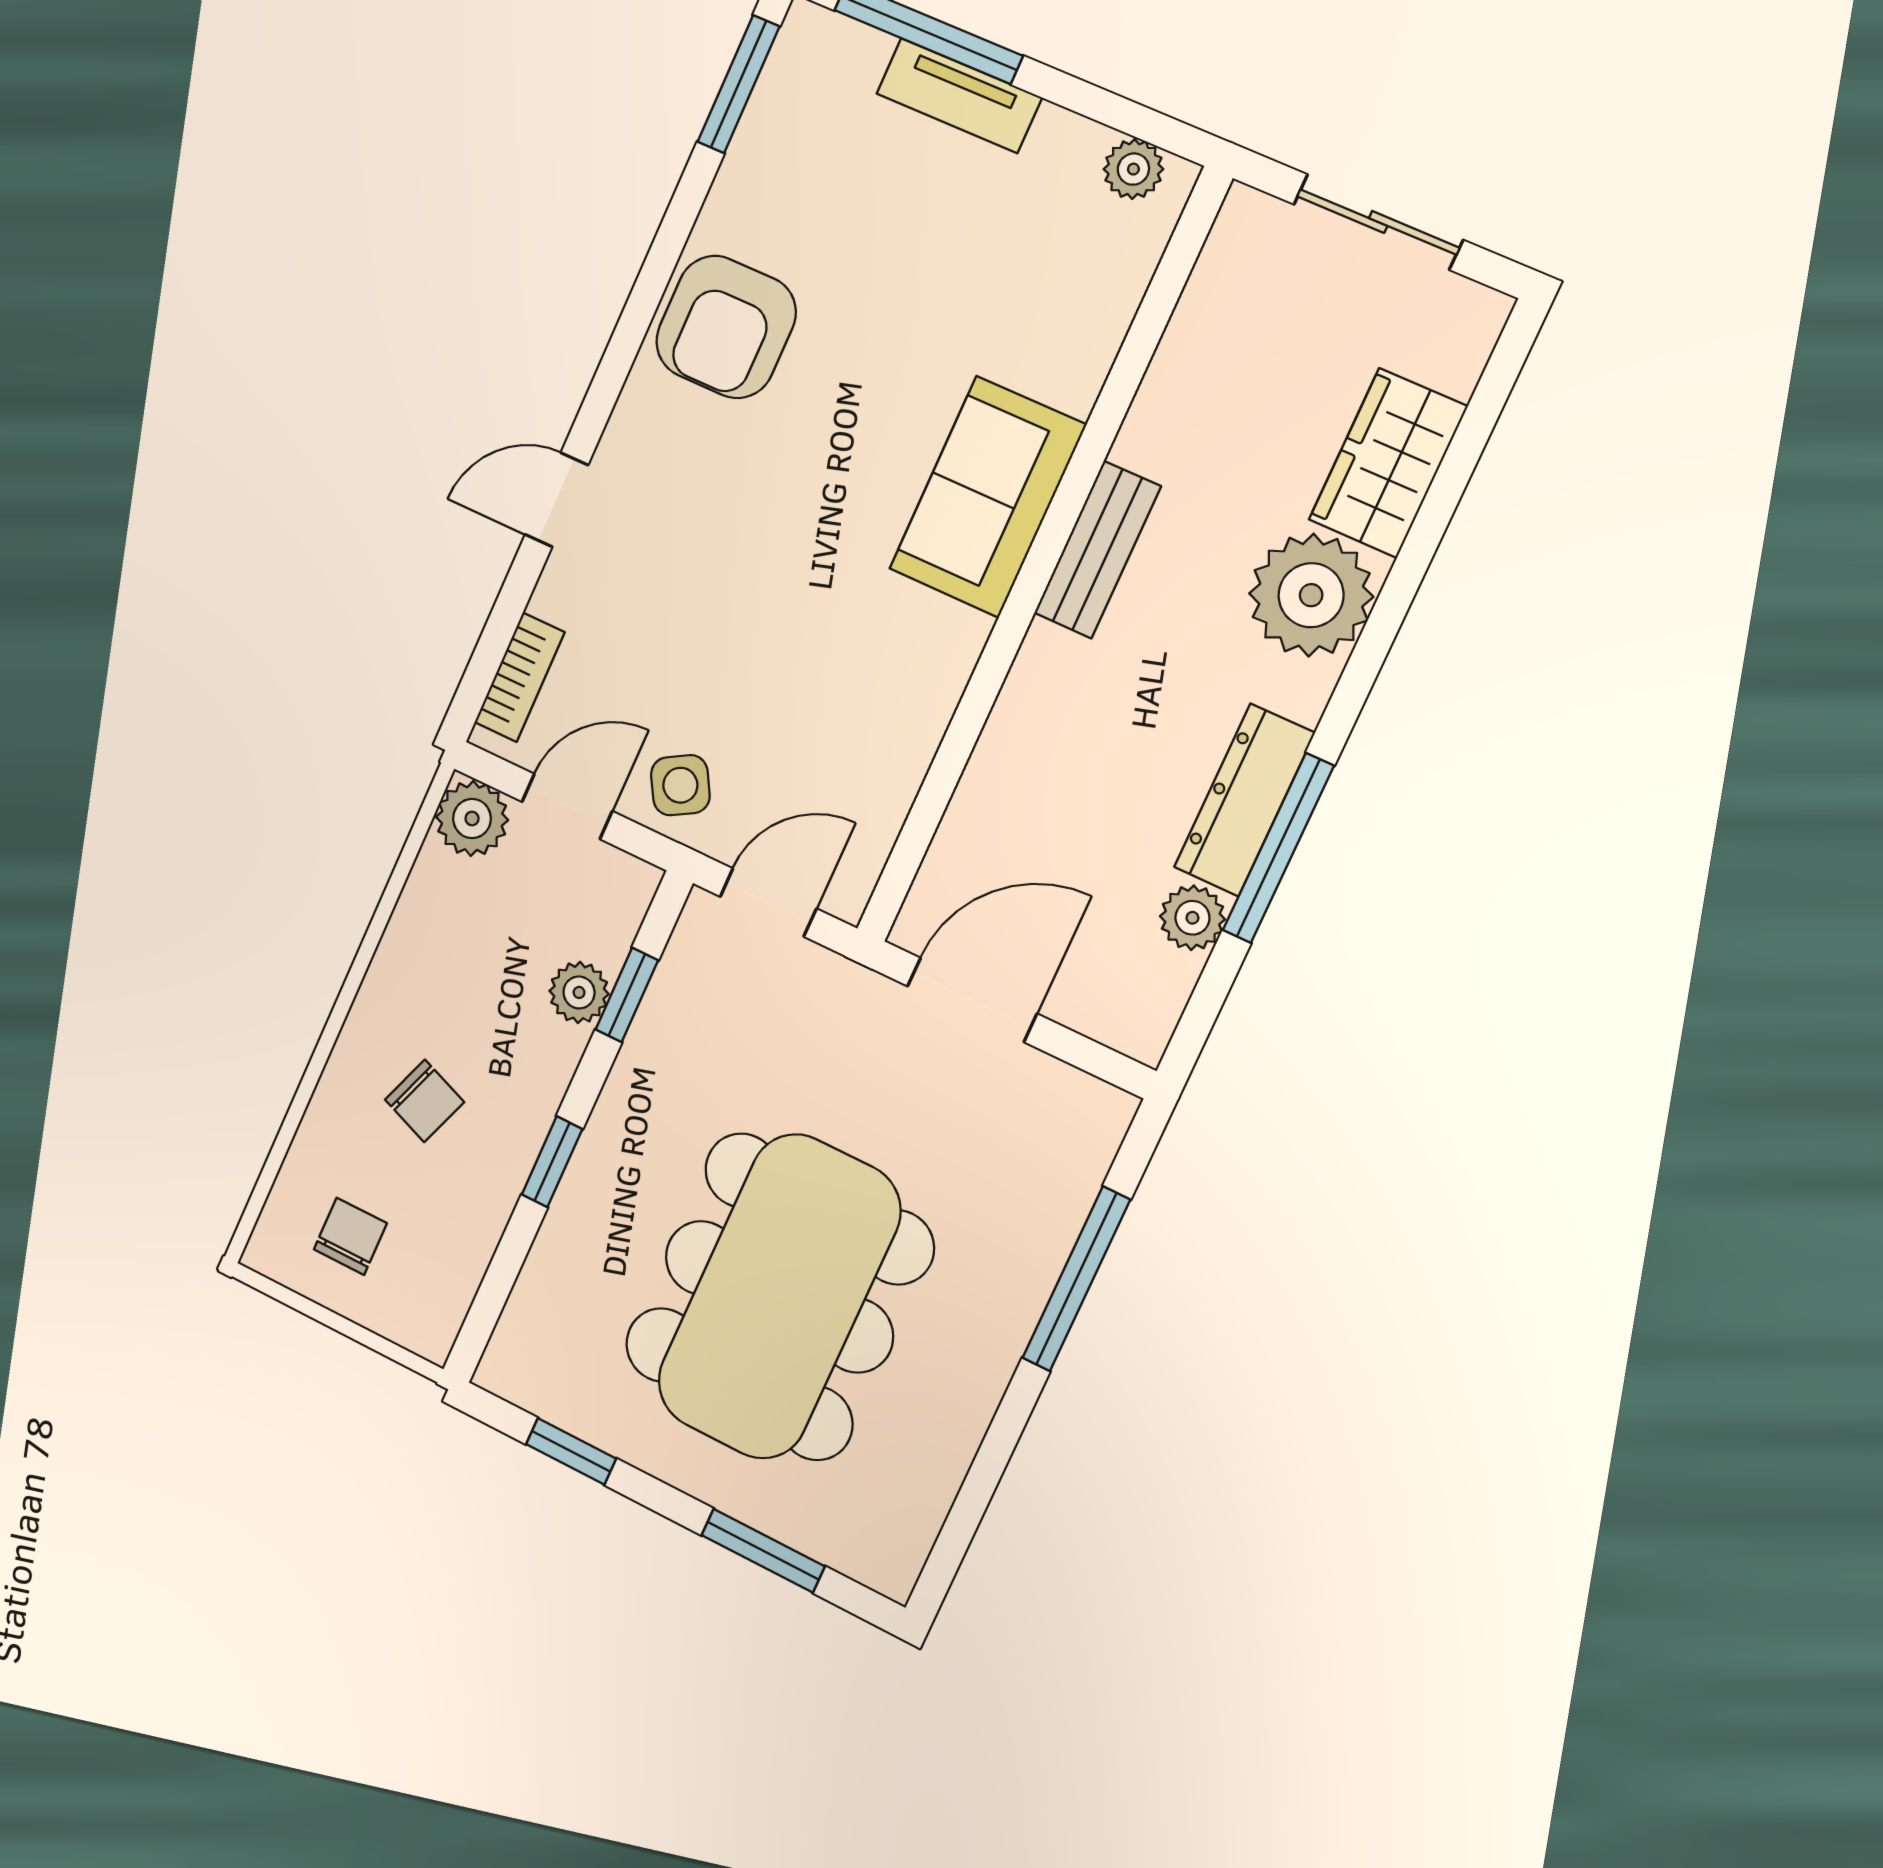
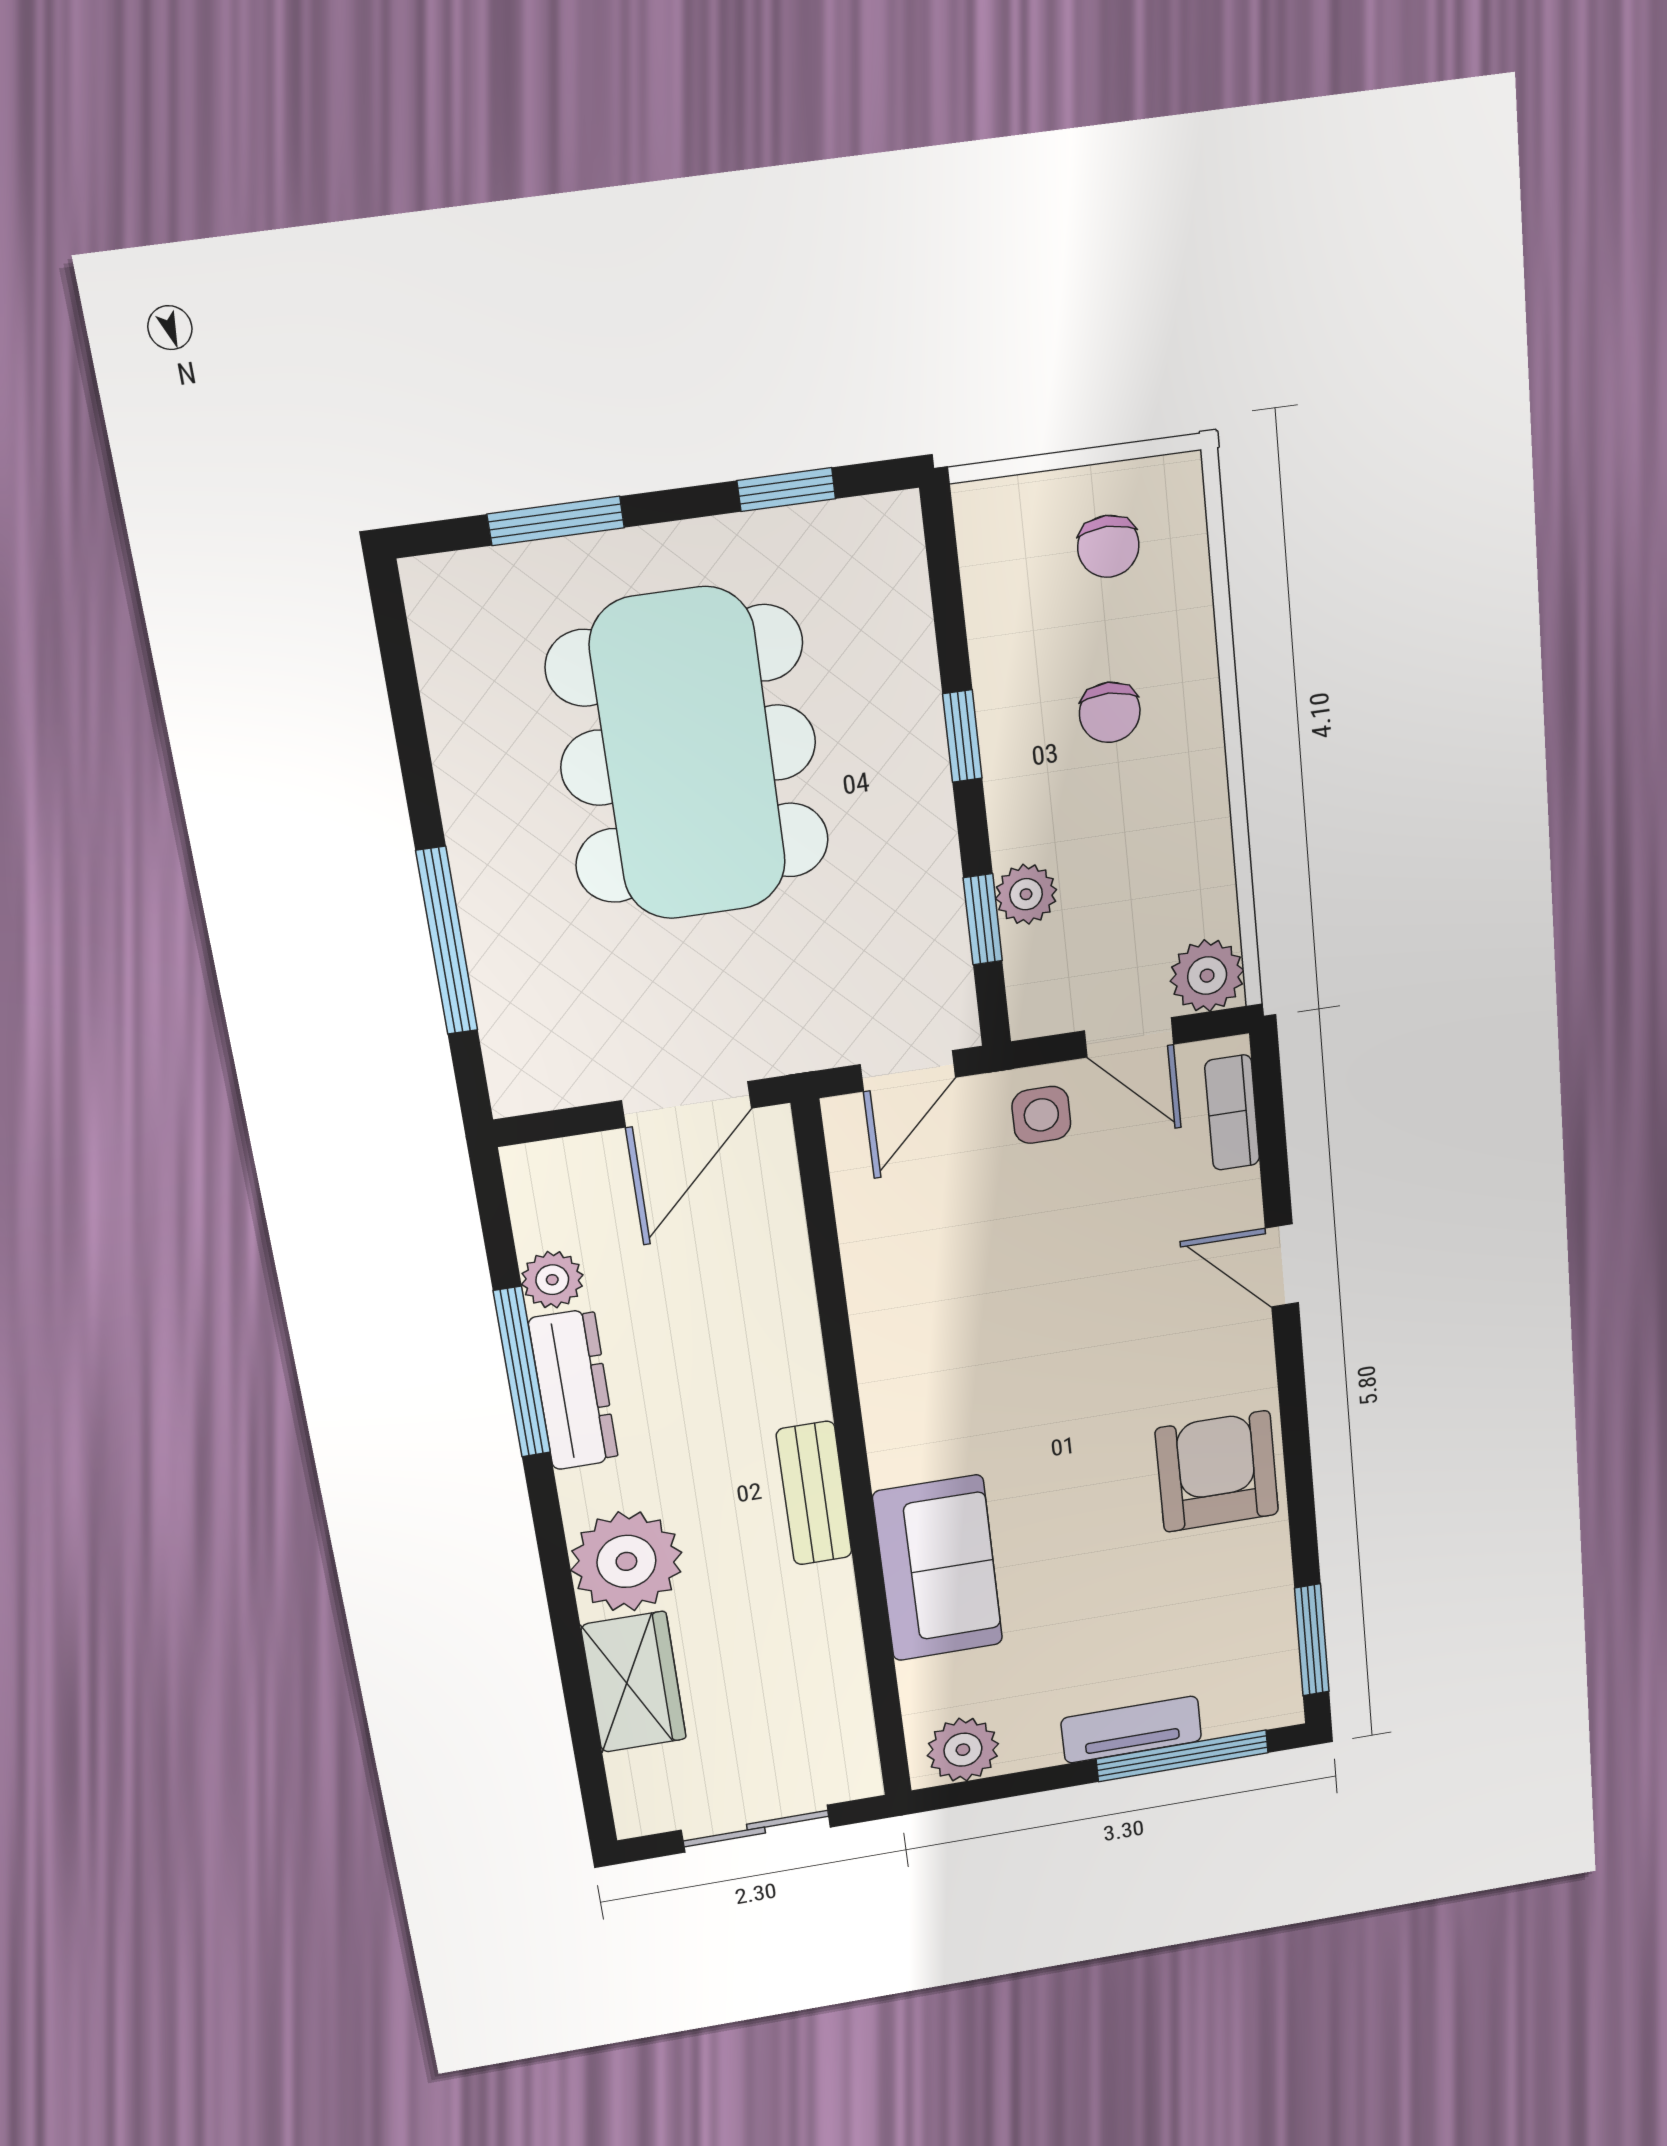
plant: (1133, 169) -> (963, 1750), width x1.38, depth x1.38
sofa: (988, 497) -> (938, 1568), moved
door: (557, 500) -> (1282, 1266), swing flipped
side table: (680, 785) -> (1041, 1115), turned 30
door: (567, 806) -> (1129, 1037), hinge flipped
chair: (425, 1101) -> (1110, 712), turned -109

